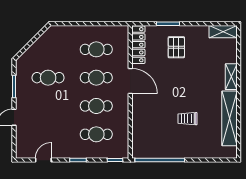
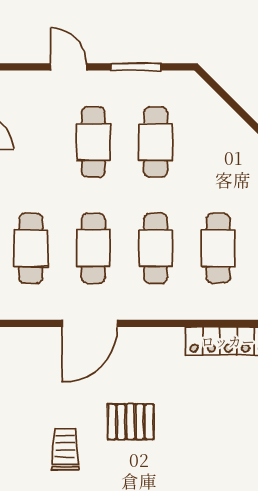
pallet: (176, 47) -> (131, 422), moved
door: (130, 81) -> (90, 323), moved
cafe table: (48, 106) -> (93, 142), added

